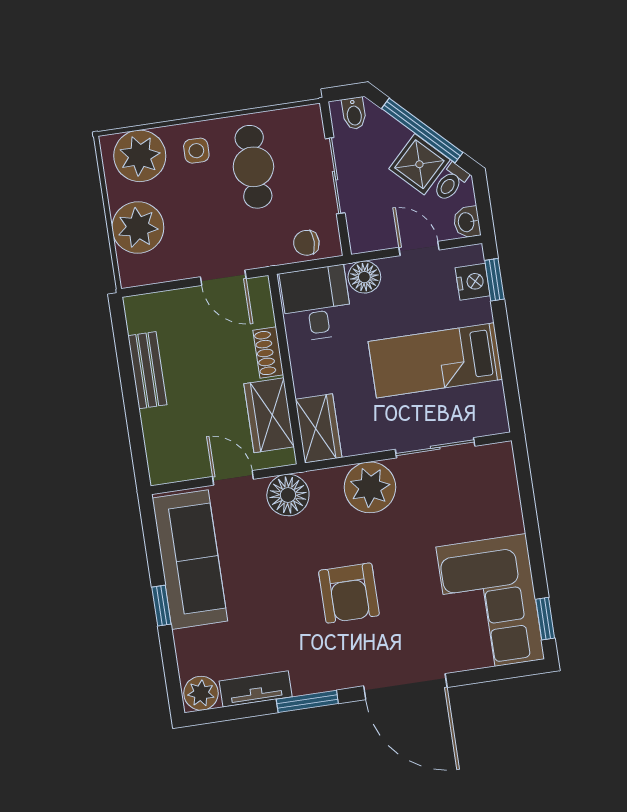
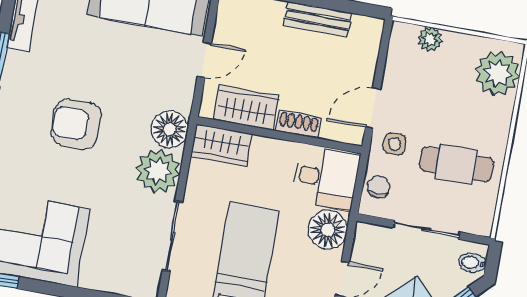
side table: (196, 151) -> (395, 144), moved
plant: (138, 227) -> (430, 39), width x0.53, depth x0.53
floor lamp: (364, 277) -> (328, 230), width x1.38, depth x1.38
floor lamp: (288, 495) -> (170, 129), moved

